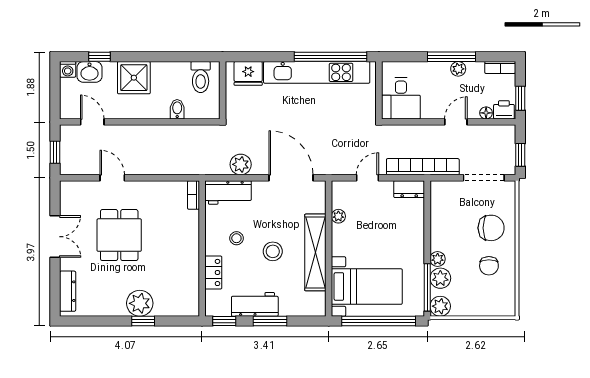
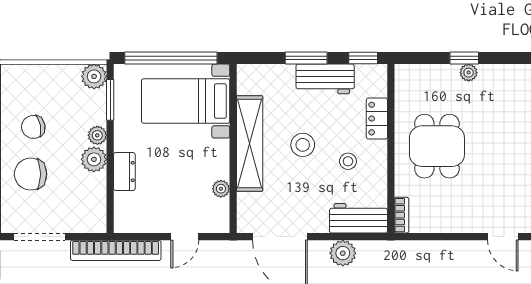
dresser: (409, 189) -> (124, 172), moved, turned 90
dining table: (119, 235) -> (437, 146), moved
chair: (489, 266) -> (33, 127), turned -101
plant: (440, 278) -> (94, 159), moved
window: (427, 287) -> (110, 100), width x0.69
plant: (140, 303) -> (469, 73), width x0.53, depth x0.53

